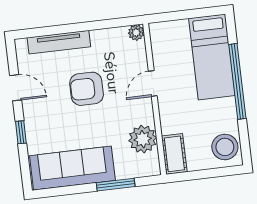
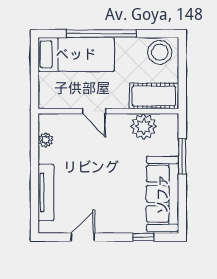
plant: (136, 33) -> (46, 140), moved
armchair: (87, 89) -> (92, 172), removed
window: (21, 132) -> (143, 237), moved
cot: (174, 154) -> (154, 96), width x1.37, depth x1.34

